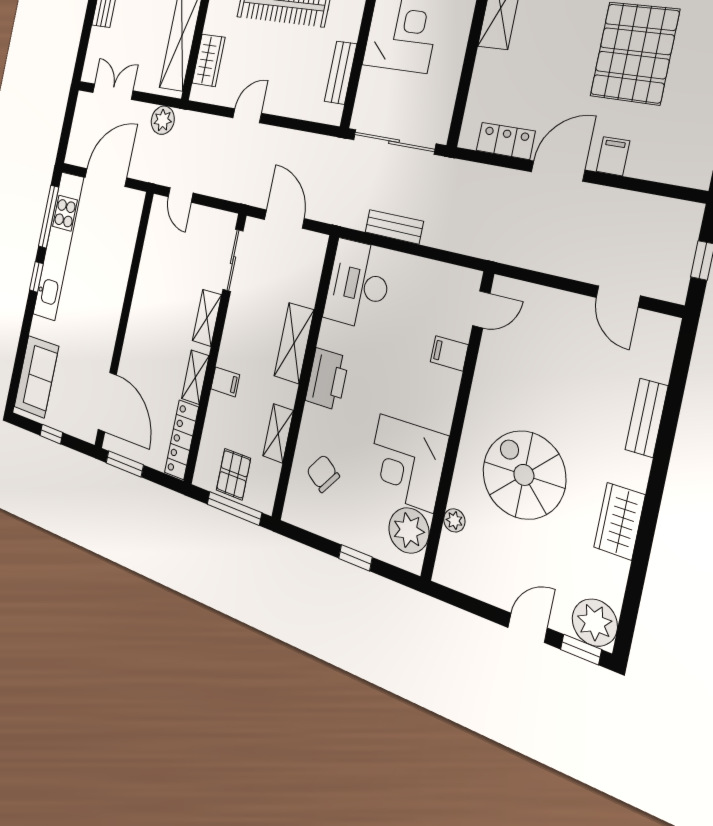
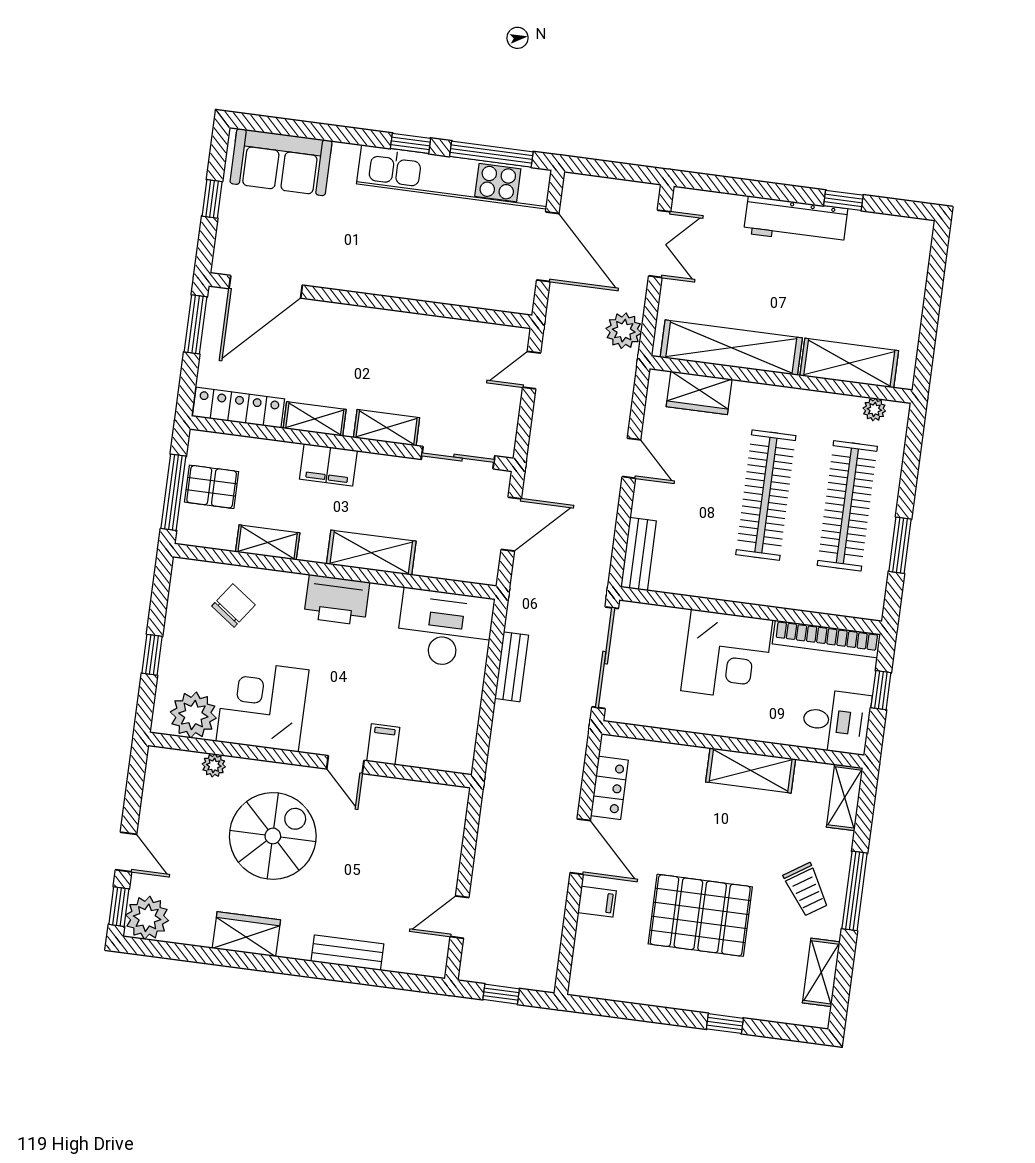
bench: (341, 73) -> (639, 554), moved, turned 90
door: (481, 309) -> (345, 765), moved
filing cabinet: (225, 382) -> (328, 465), width x2.00

